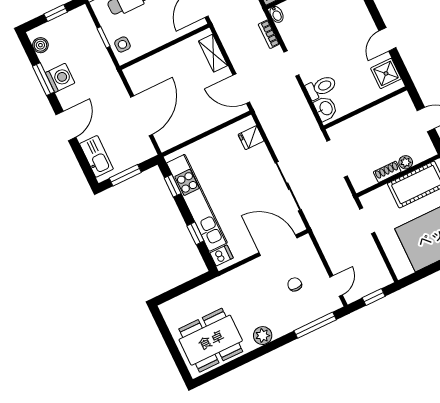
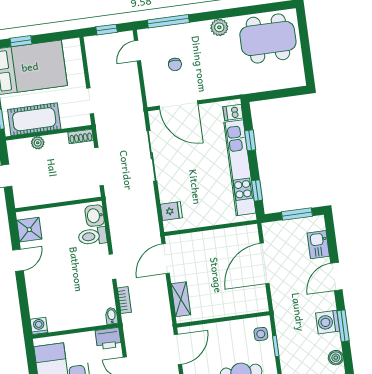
door: (241, 89) -> (166, 259), swing flipped
kitchen sink: (96, 156) -> (318, 245), width x0.73
shoe rack: (387, 172) -> (81, 136), moved

